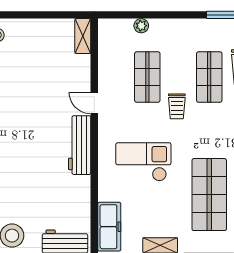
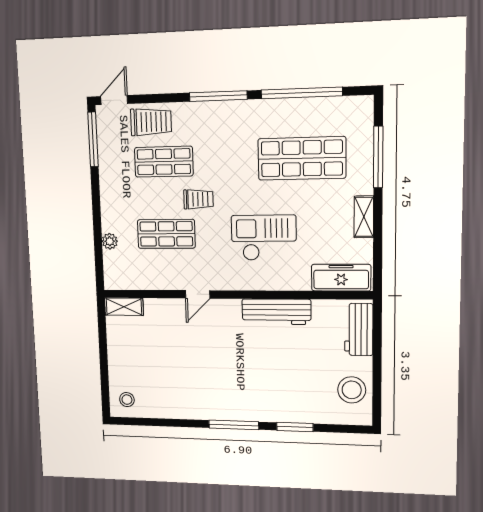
workbench: (80, 145) -> (276, 312), moved
checkout: (143, 162) -> (264, 238), turned 90

